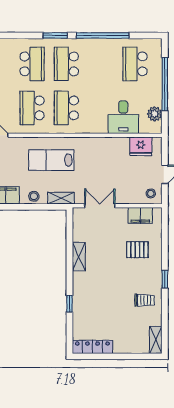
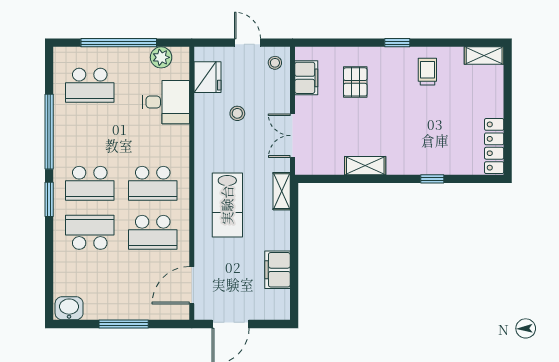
stool: (34, 196) -> (237, 113), moved

